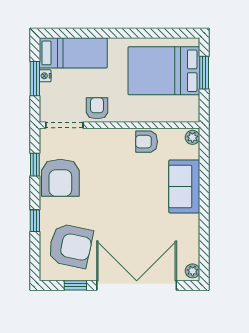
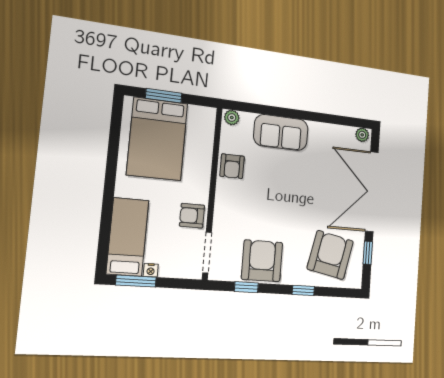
window: (35, 79) -> (136, 281), moved
armchair: (60, 178) -> (262, 261), turned -90

